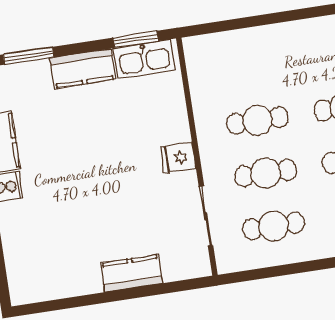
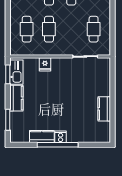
fridge: (178, 158) -> (45, 64), moved
cafe table: (266, 173) -> (27, 29), moved
kitchen counter: (131, 273) -> (104, 109), moved

